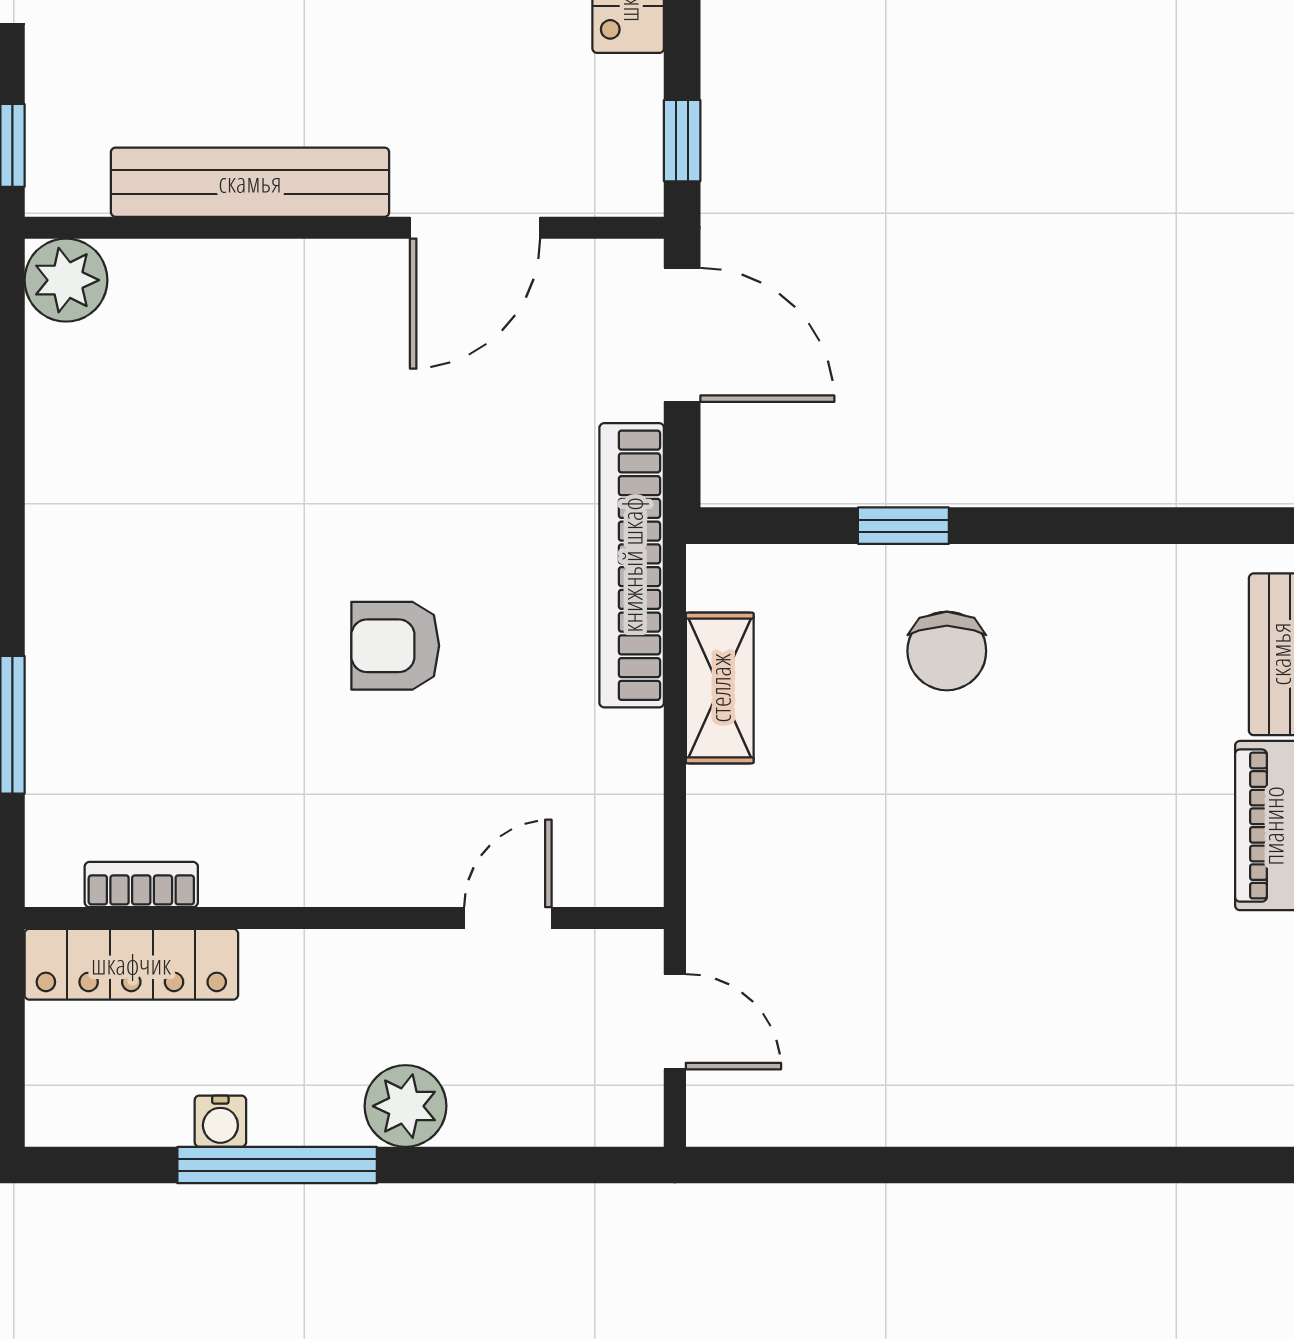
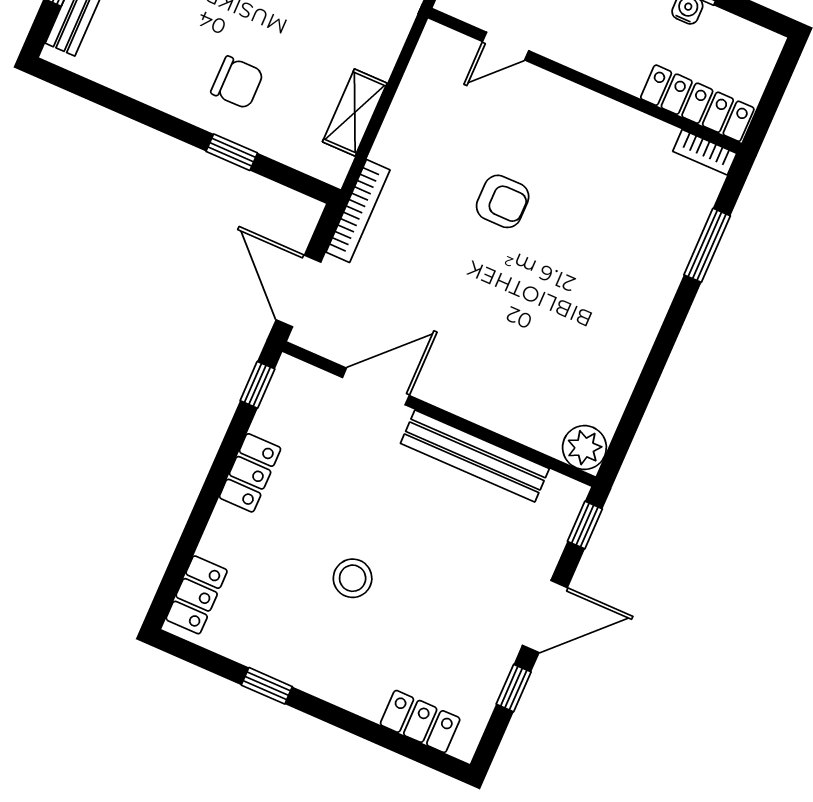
bookcase: (632, 565) -> (358, 211), width x0.68, depth x0.76
chair: (947, 651) -> (237, 82), turned 90
bookcase: (141, 884) -> (705, 152), moved

